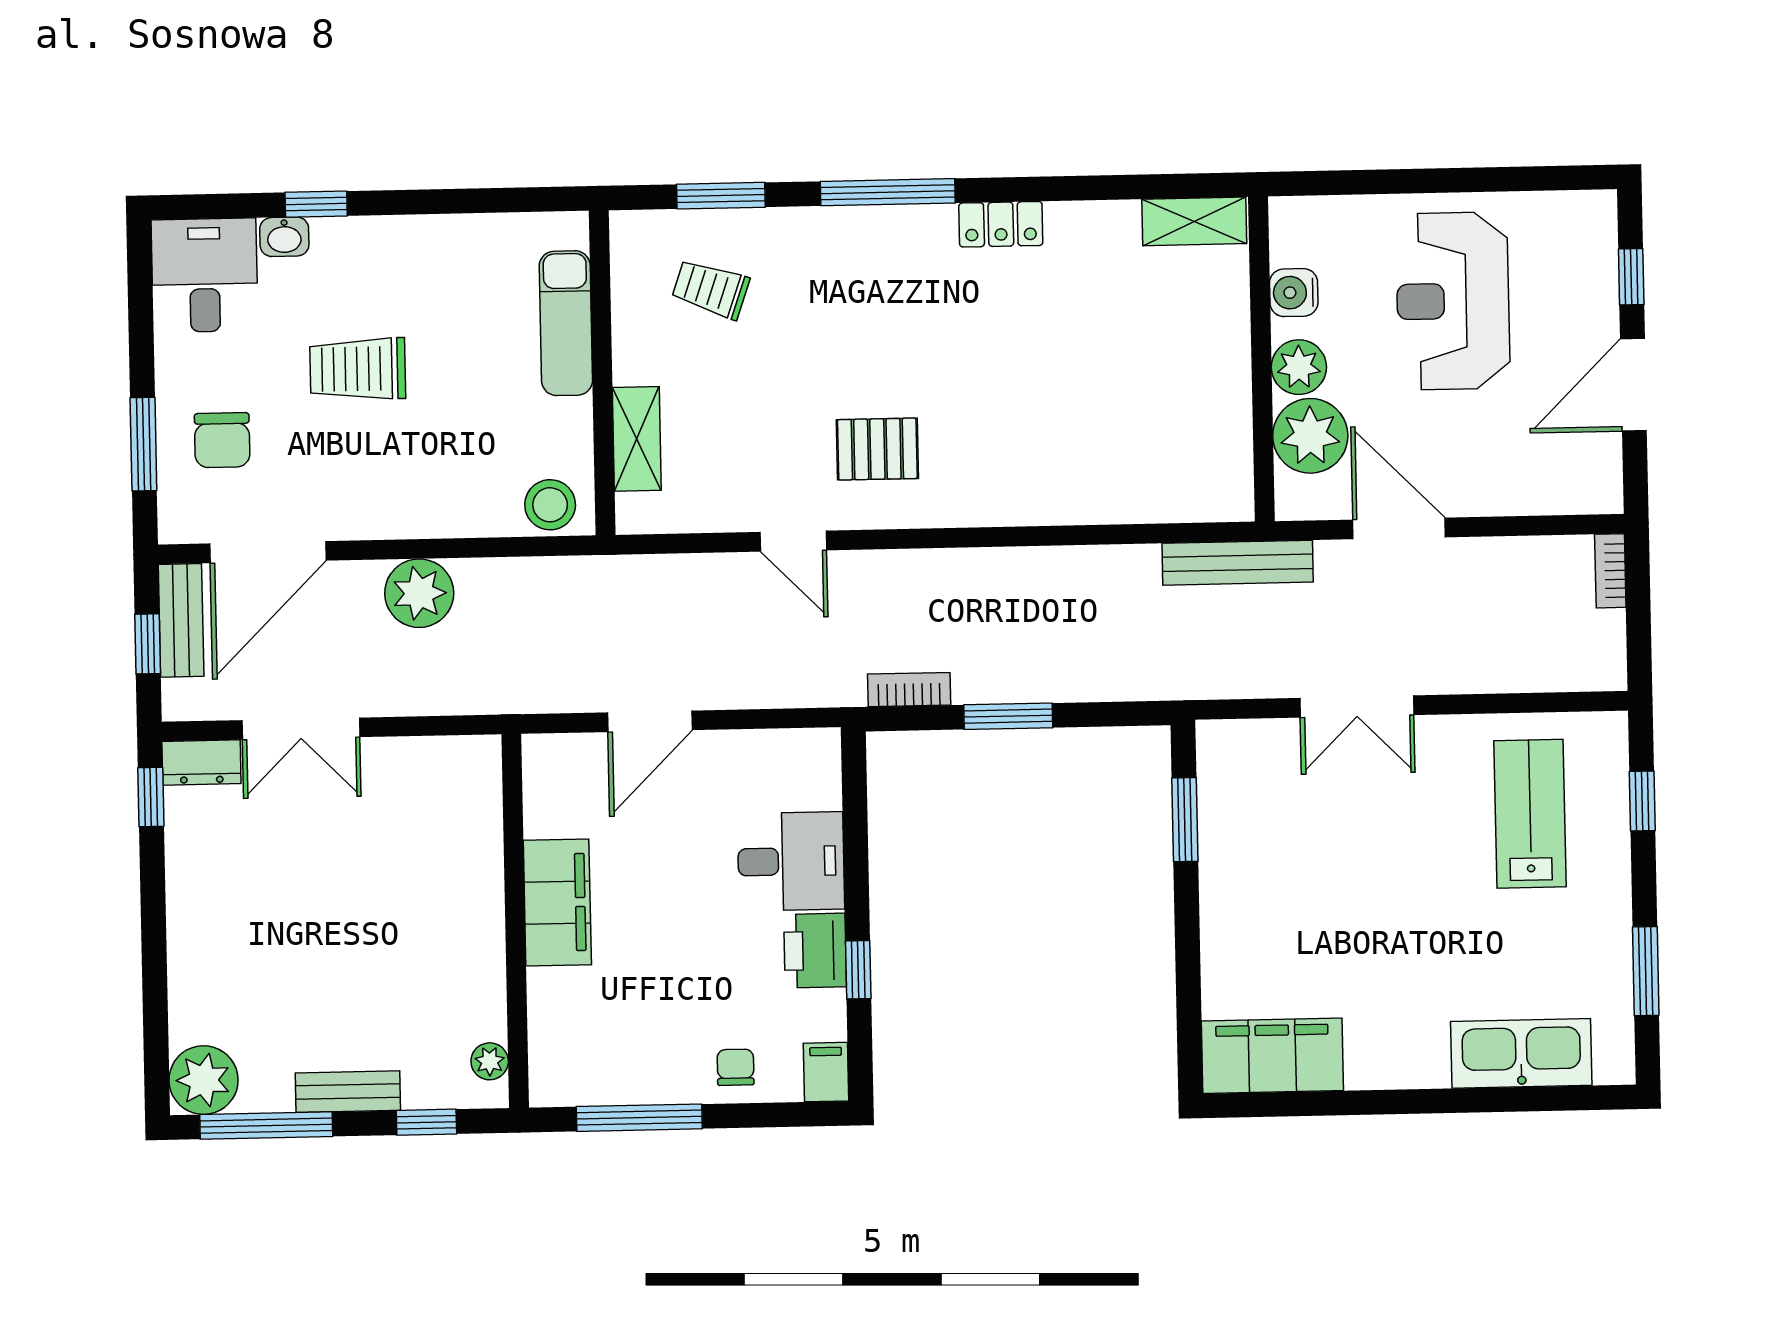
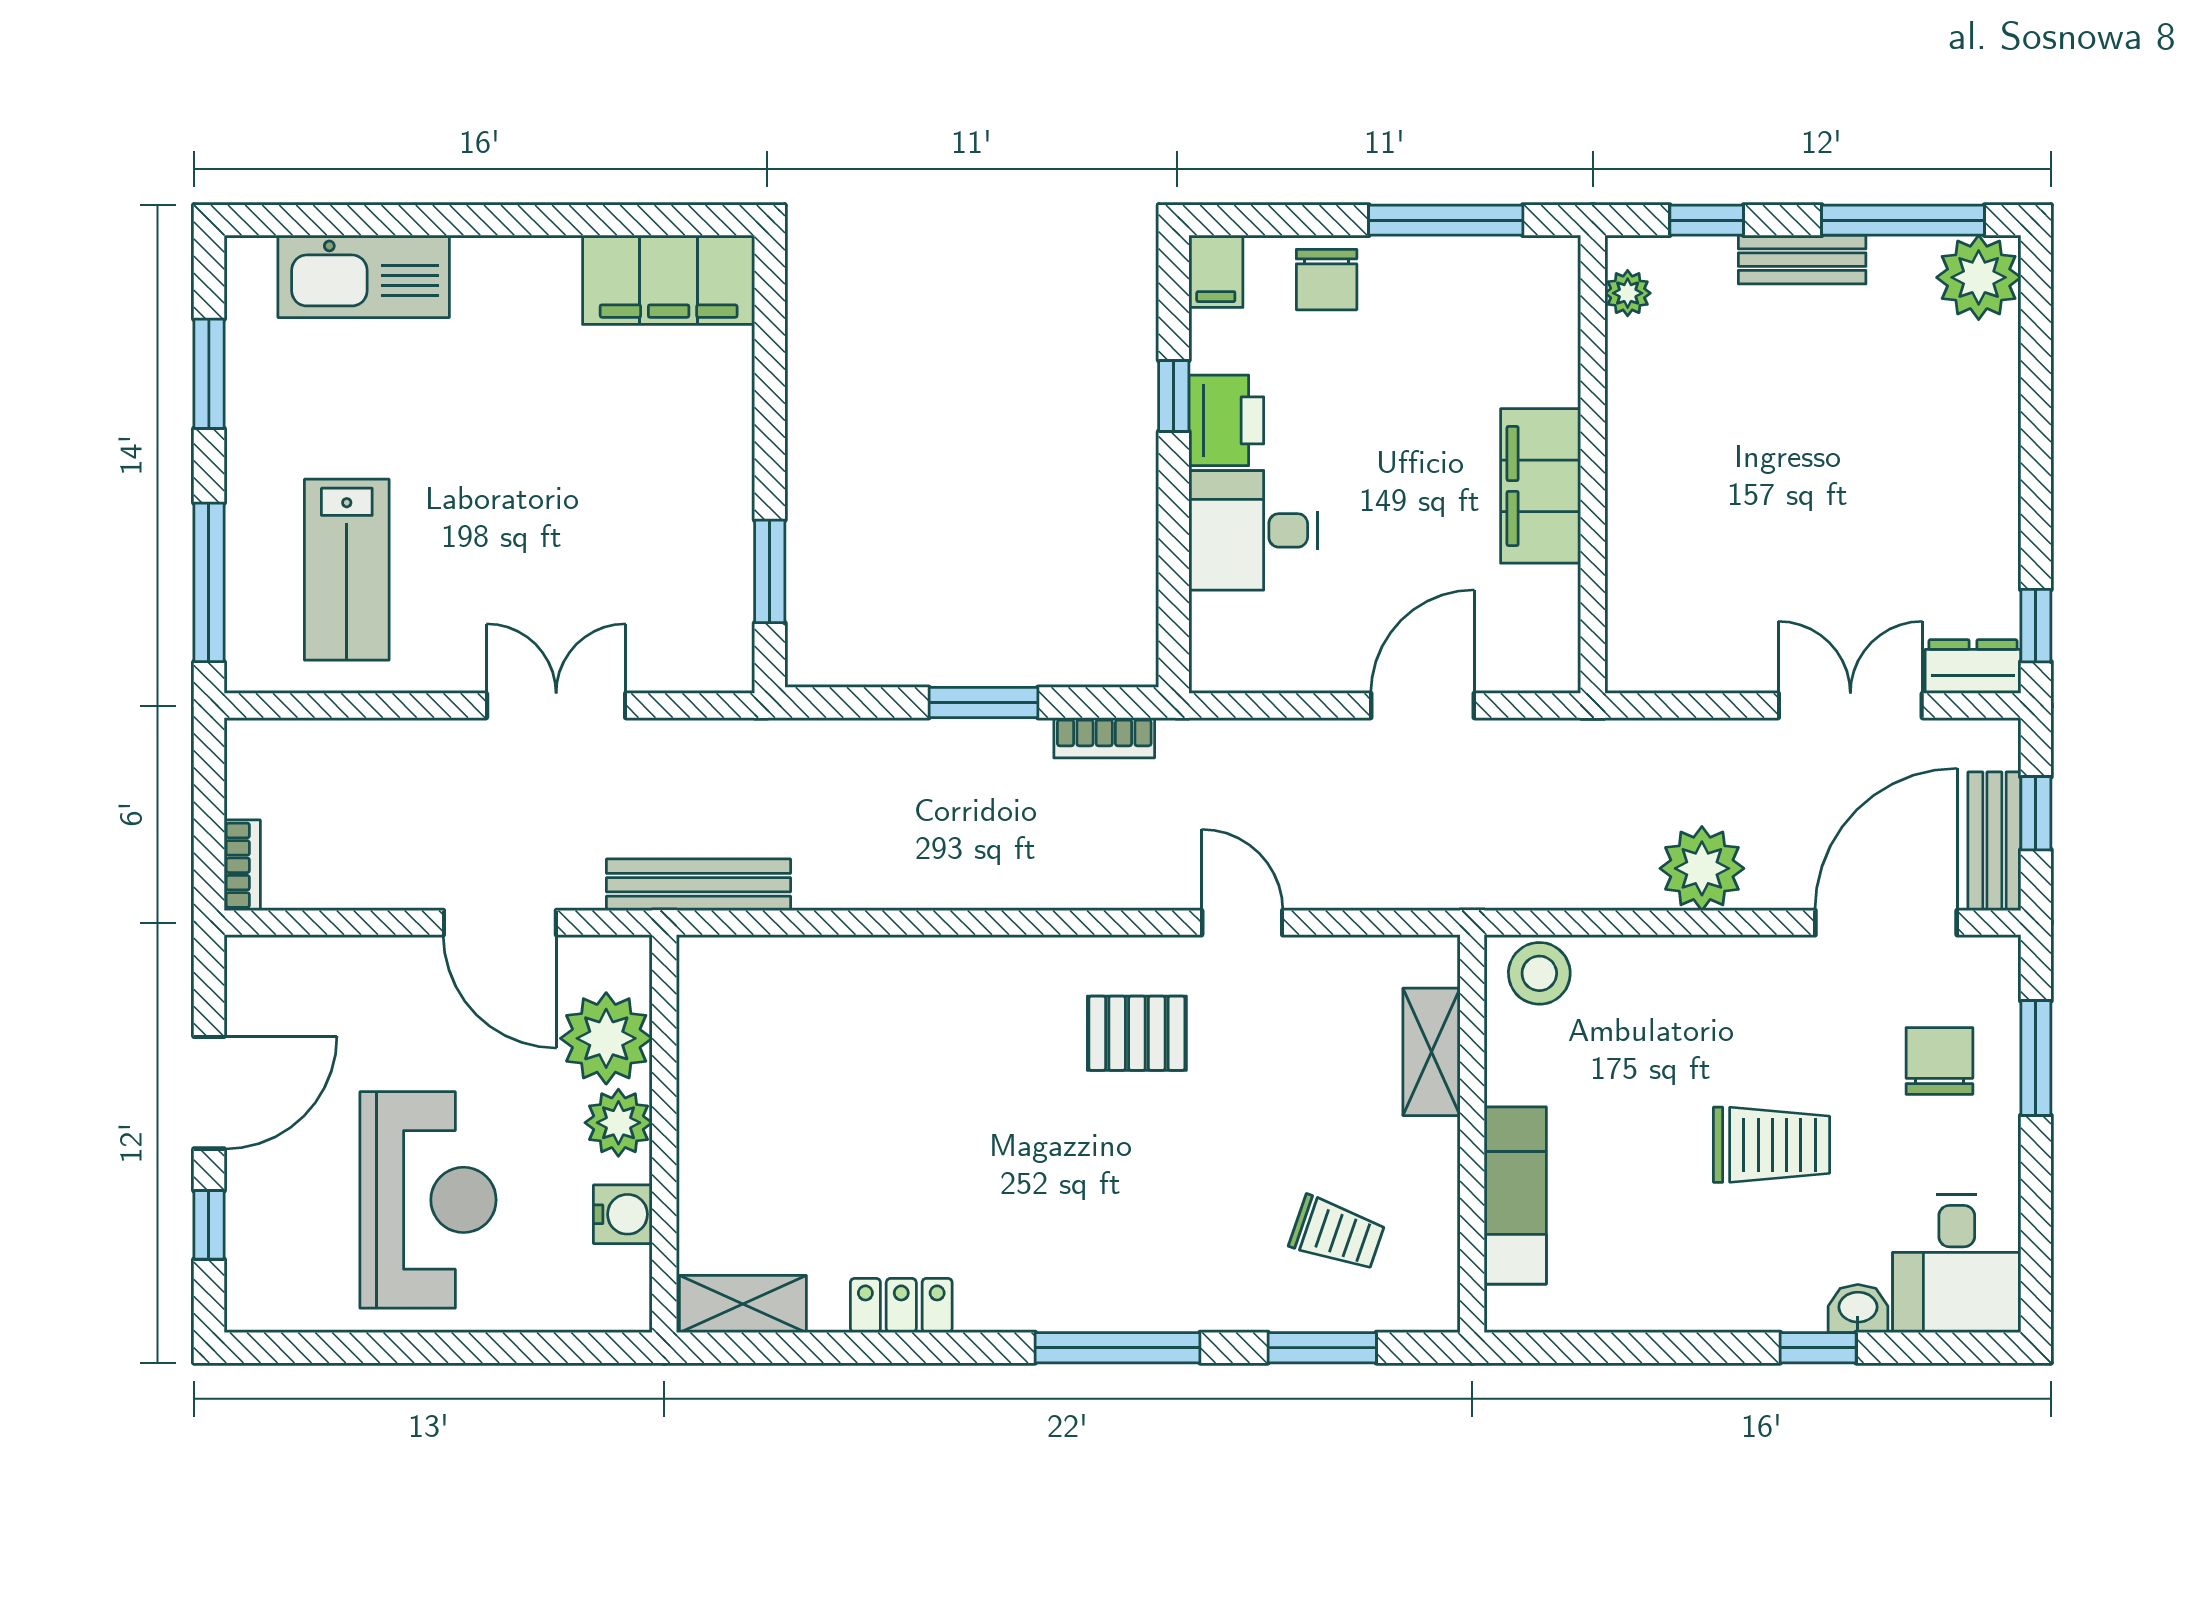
locker: (1001, 224) -> (901, 1305), moved
window: (1642, 801) -> (209, 582), width x2.17
chair: (736, 1067) -> (1327, 280), width x1.37, depth x1.37

